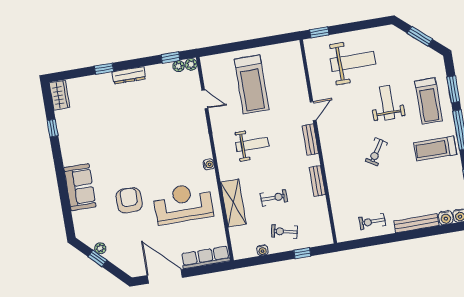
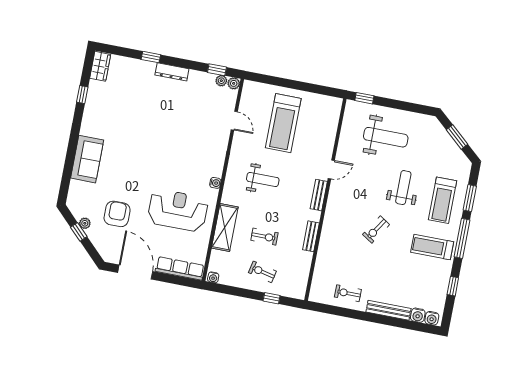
armchair: (129, 200) -> (117, 214), moved
water cooler: (262, 250) -> (213, 277), moved

